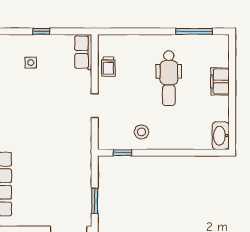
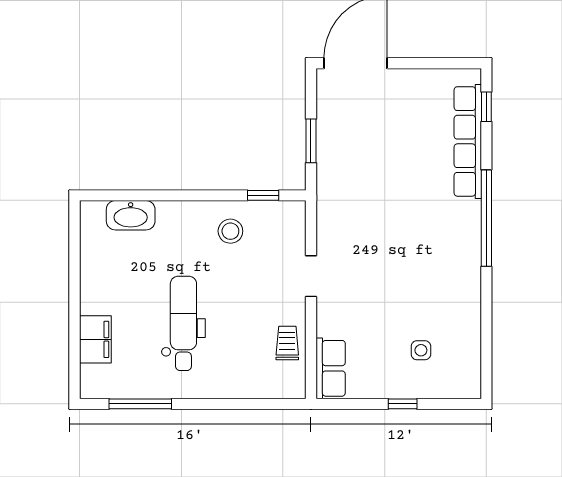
filing cabinet: (220, 81) -> (95, 339), moved
washbasin: (221, 136) -> (131, 215), moved, turned 90
window: (95, 201) -> (311, 141), moved

